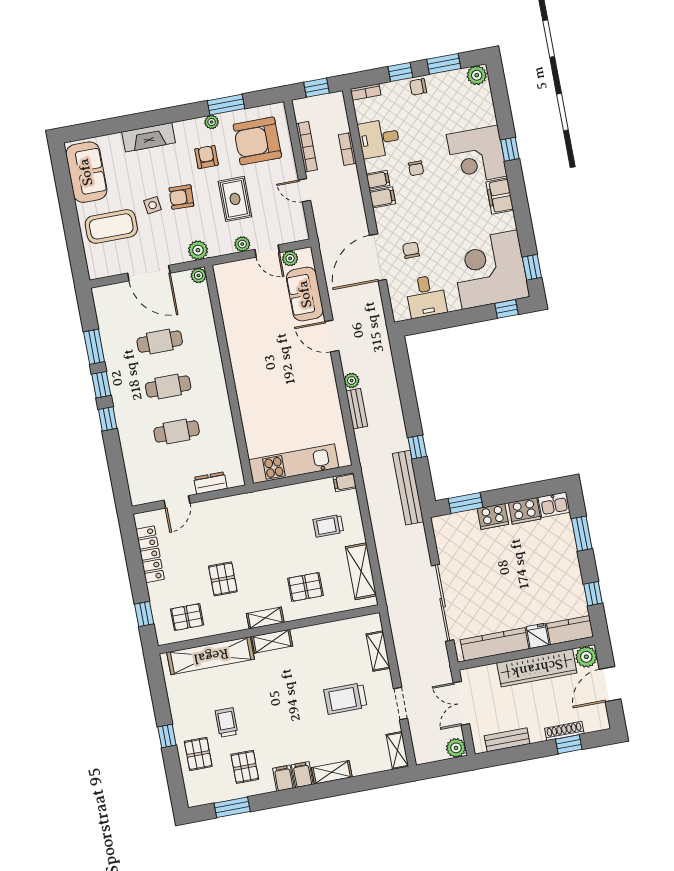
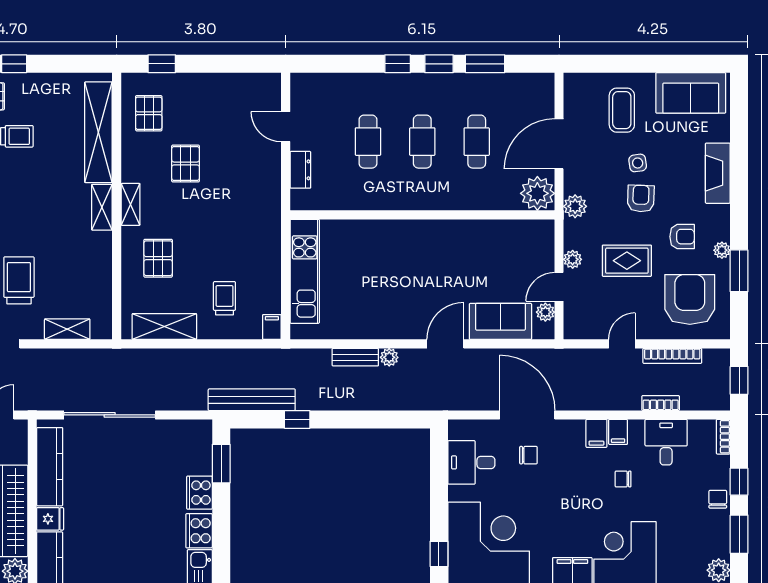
coffee table: (111, 226) -> (622, 110), width x0.73, depth x0.76
plant: (199, 275) -> (537, 193), width x1.87, depth x1.87
locker: (150, 554) -> (230, 84), removed
pallet: (223, 579) -> (186, 163), turned 90

